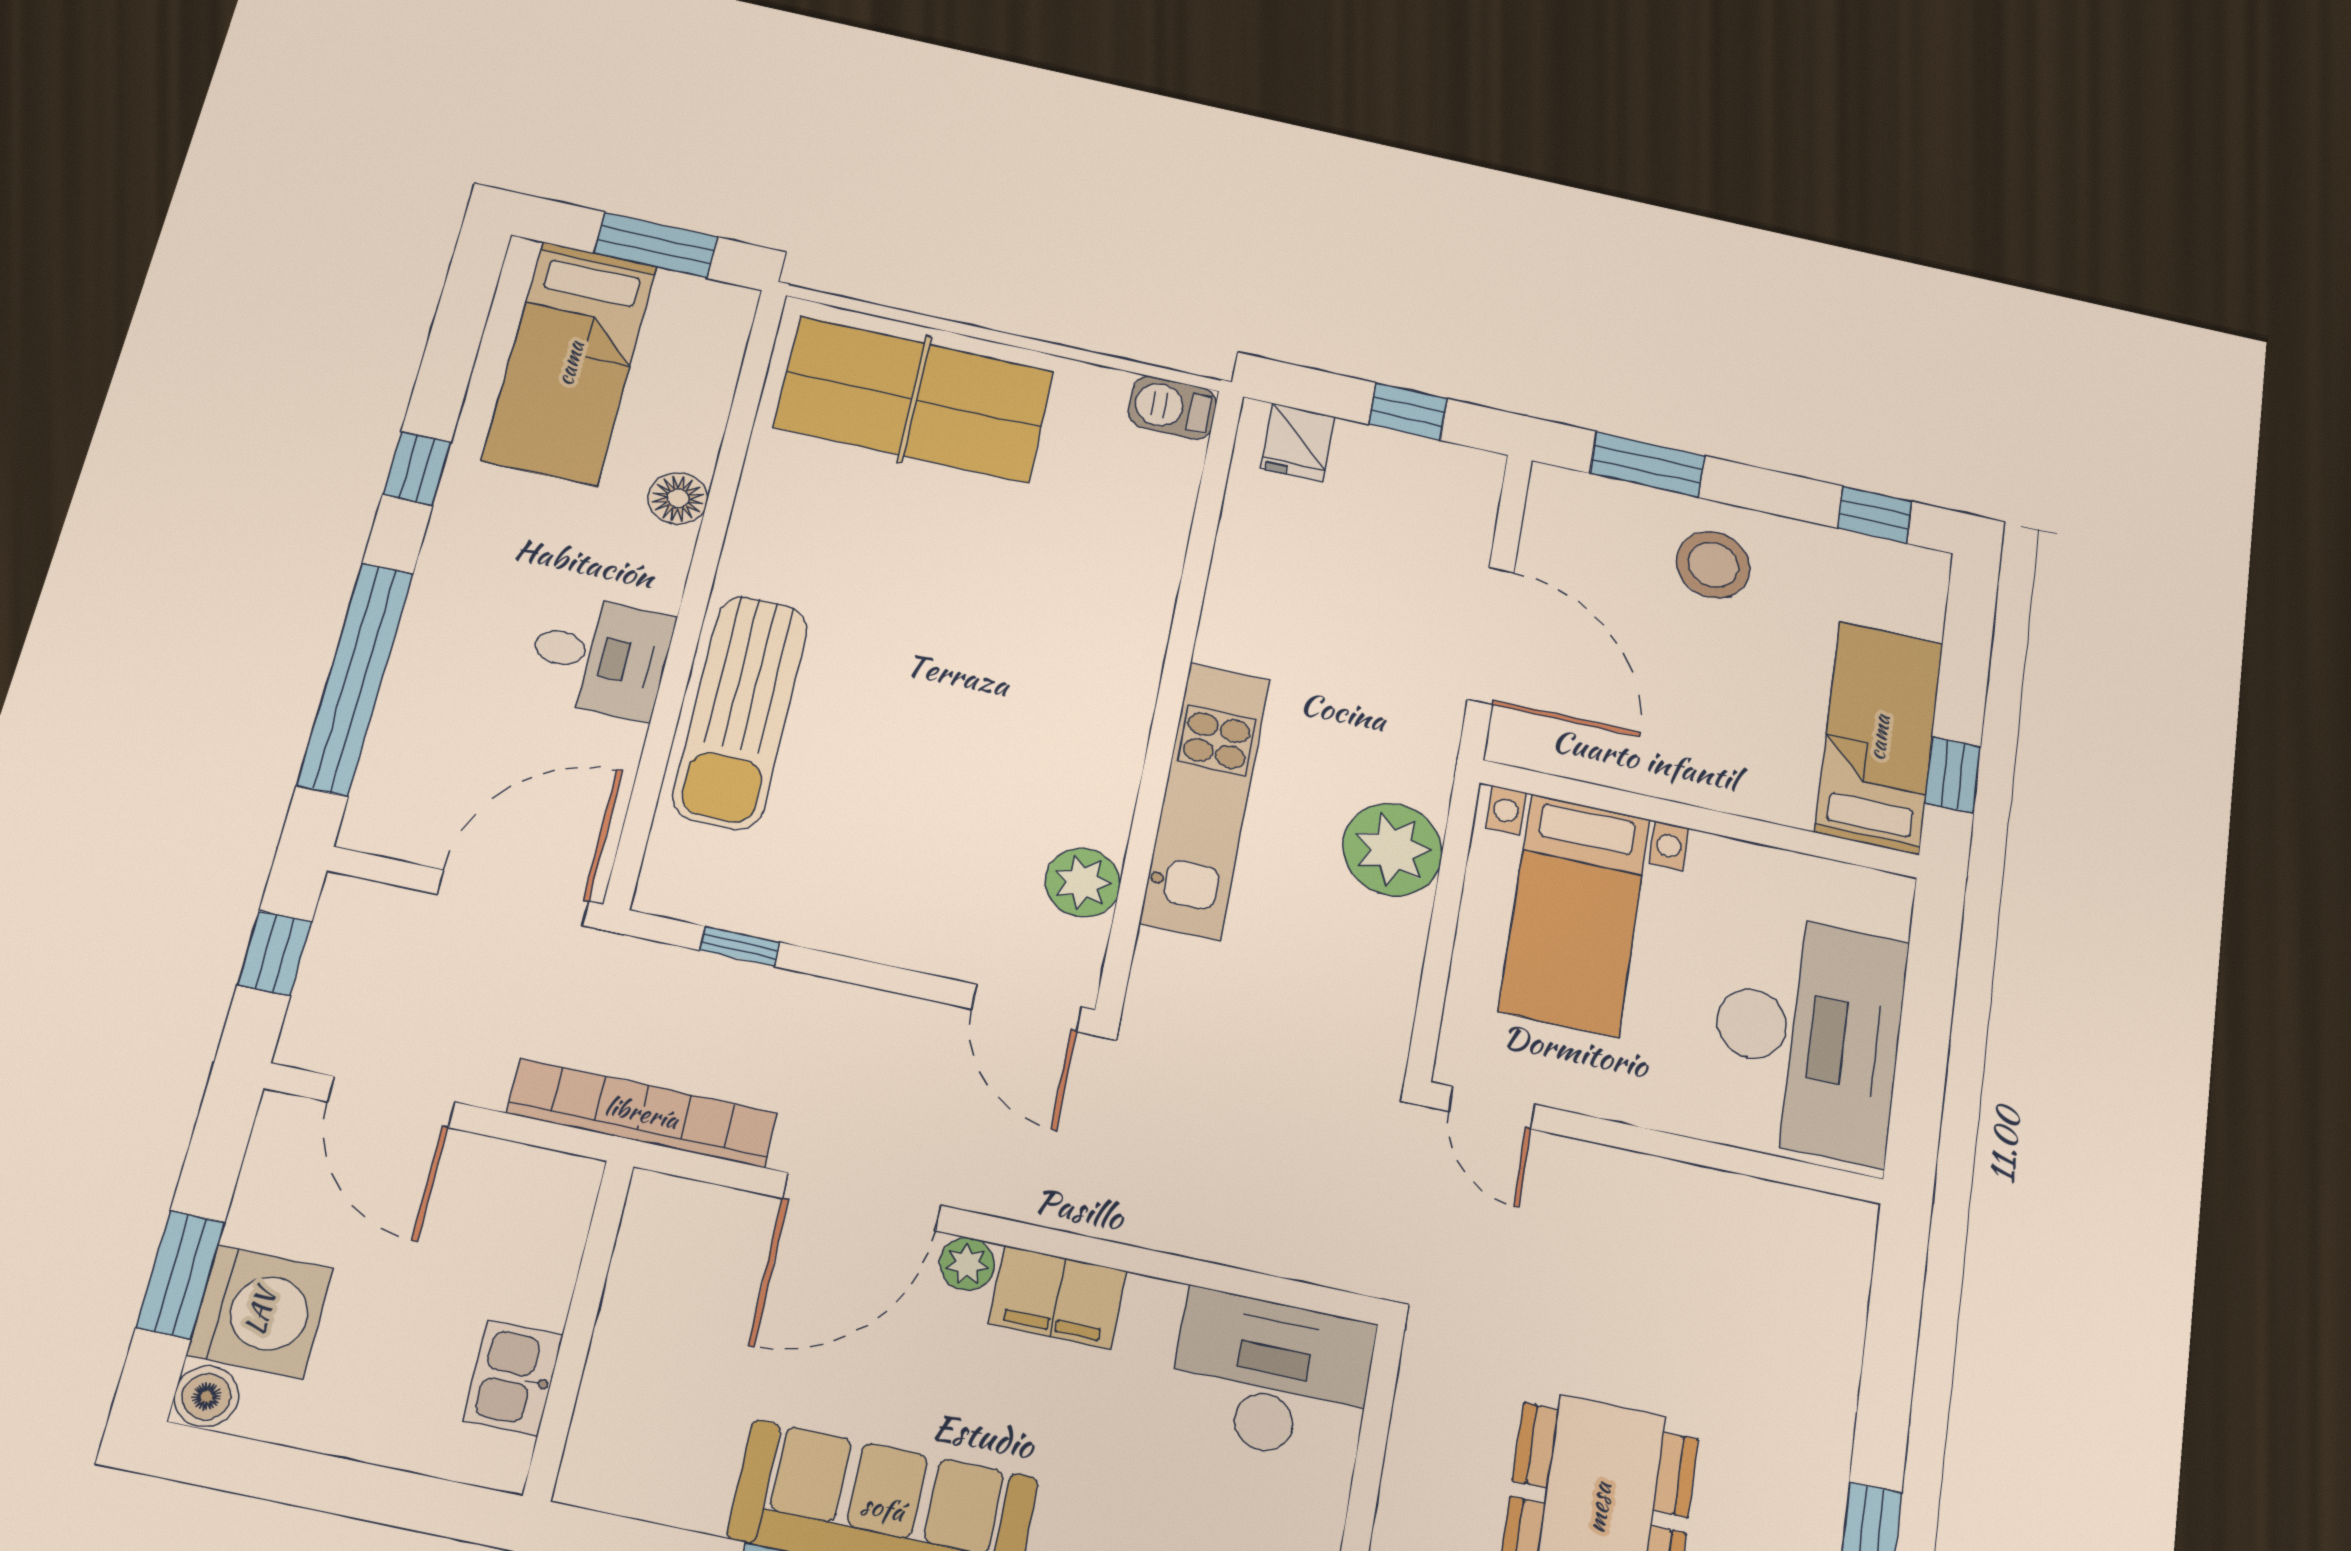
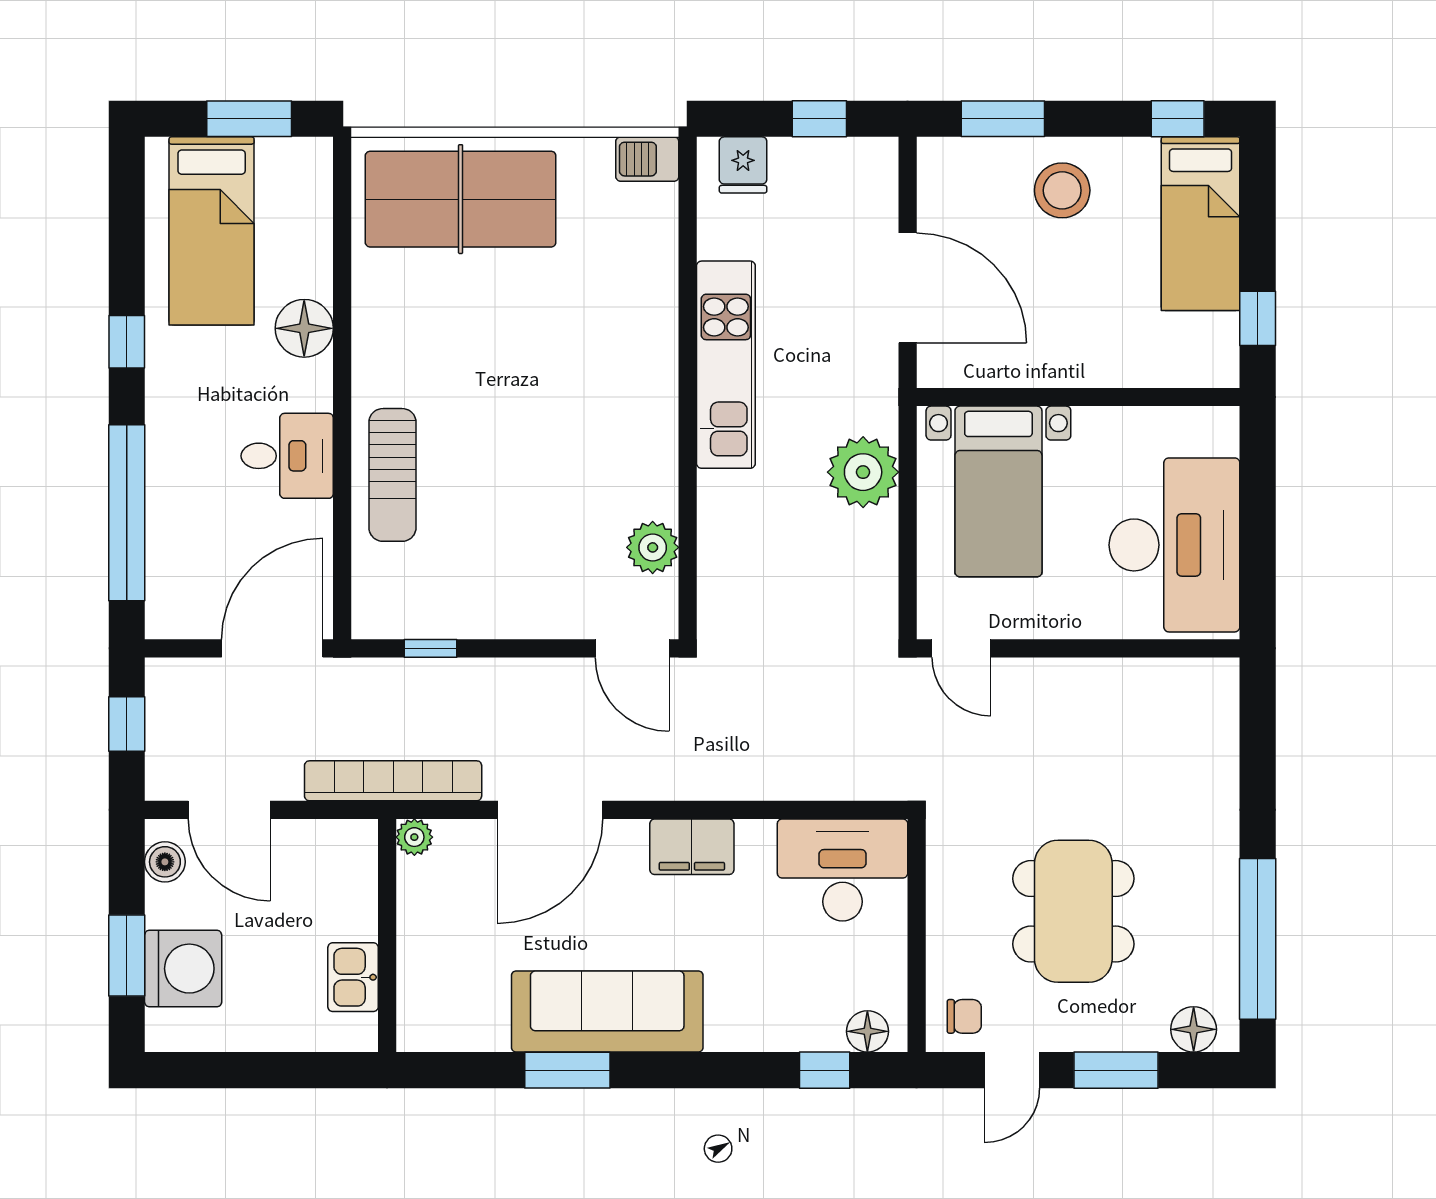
floor lamp: (678, 498) -> (304, 328), width x1.38, depth x1.38
sun lounger: (740, 712) -> (392, 475), width x0.73, depth x0.75
bed: (1879, 737) -> (1200, 224), moved, turned 180
kitchen unit: (1205, 800) -> (726, 365), moved
plant: (967, 1264) -> (414, 837), moved
boiler: (206, 1397) -> (165, 862), moved

